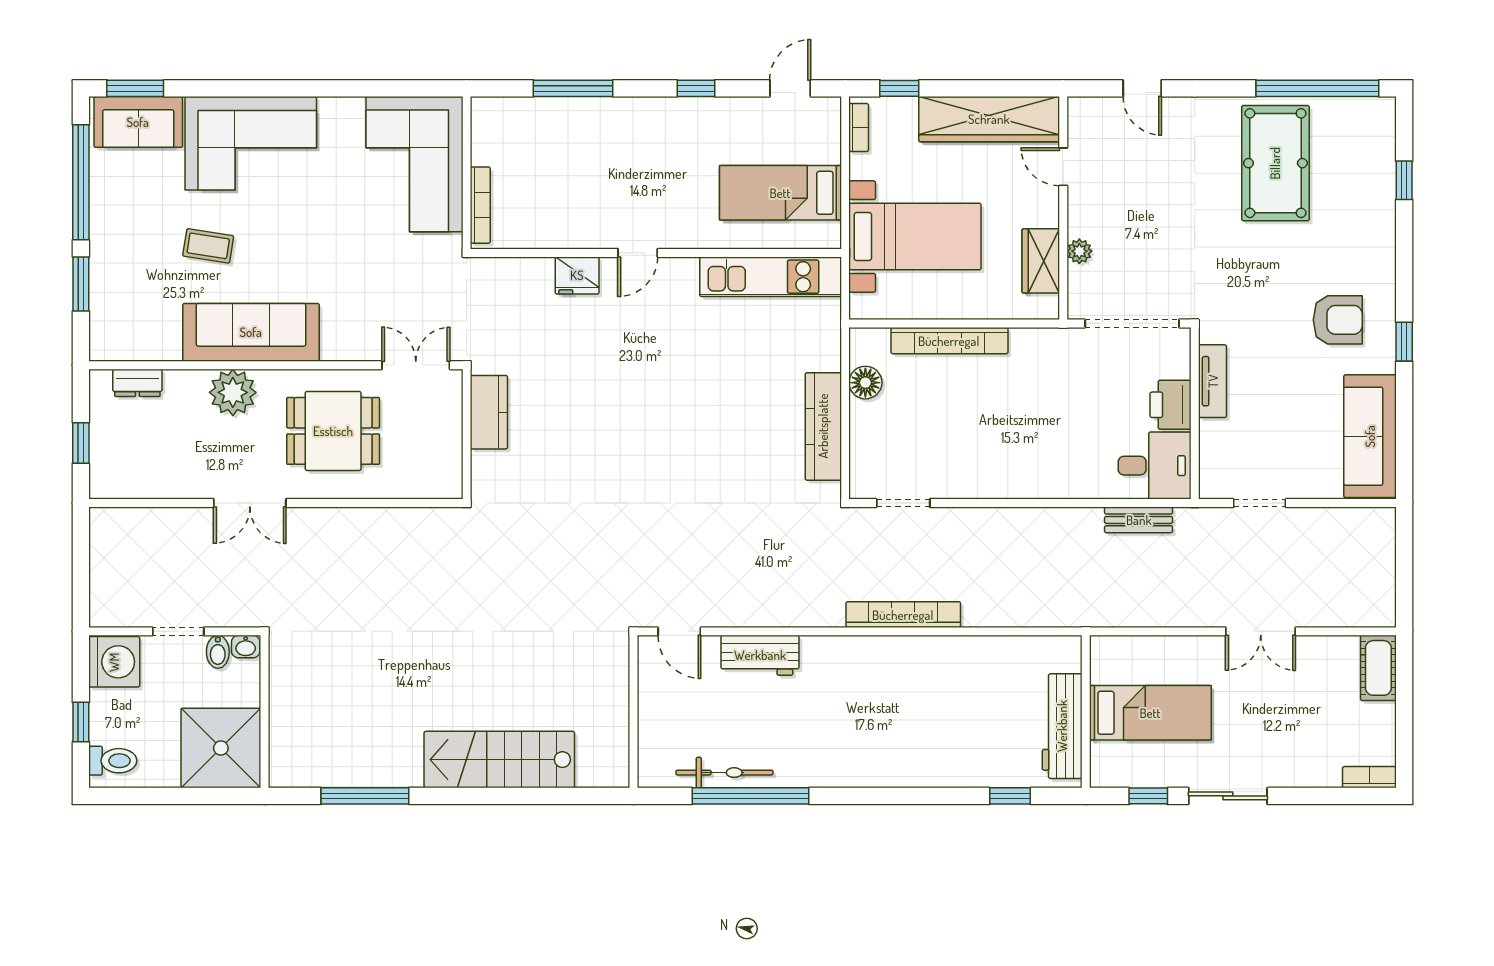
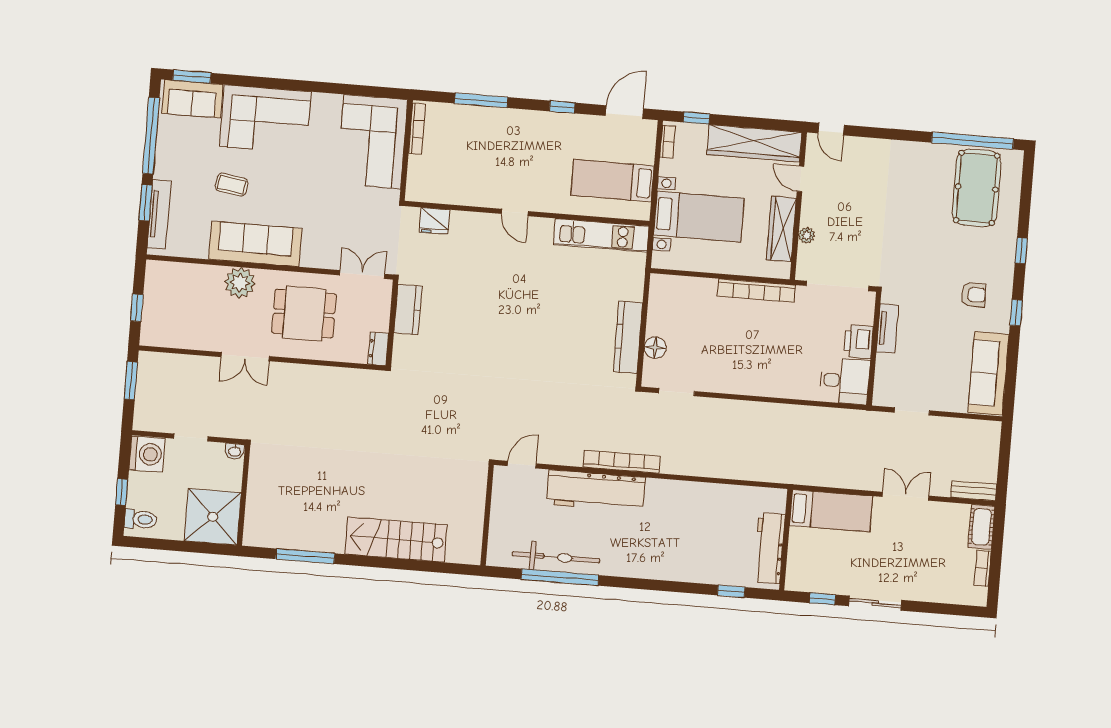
door: (790, 88) -> (624, 112), width x1.38
door: (1142, 88) -> (831, 129), moved
pool table: (1275, 163) -> (977, 188), moved
window: (1404, 180) -> (1021, 251), moved
bookcase: (480, 205) -> (417, 129), moved
door: (638, 253) -> (515, 212), hinge flipped
wardrobe: (1041, 261) -> (781, 229), width x1.50
fridge: (577, 275) -> (435, 221), moved
tv unit: (103, 300) -> (159, 214), added
armchair: (1338, 320) -> (973, 295), width x0.72, depth x0.72
bookcase: (949, 341) -> (756, 291), moved
dresser: (137, 383) -> (378, 349), moved, turned 90
floor lamp: (865, 383) -> (655, 348), moved
bench: (1139, 520) -> (974, 491), moved
window: (81, 553) -> (131, 381), added
bookcase: (903, 615) -> (622, 462), moved
door: (679, 631) -> (522, 465), swing flipped
double door: (1261, 631) -> (906, 496), swing flipped
bidet: (218, 652) -> (216, 453), removed
workbench: (760, 655) -> (596, 491), width x1.88, depth x1.32
bed: (1150, 713) -> (831, 511), moved
bicycle: (724, 773) -> (556, 557), width x1.37, depth x1.40
bookcase: (1369, 777) -> (983, 568), moved, turned -90

